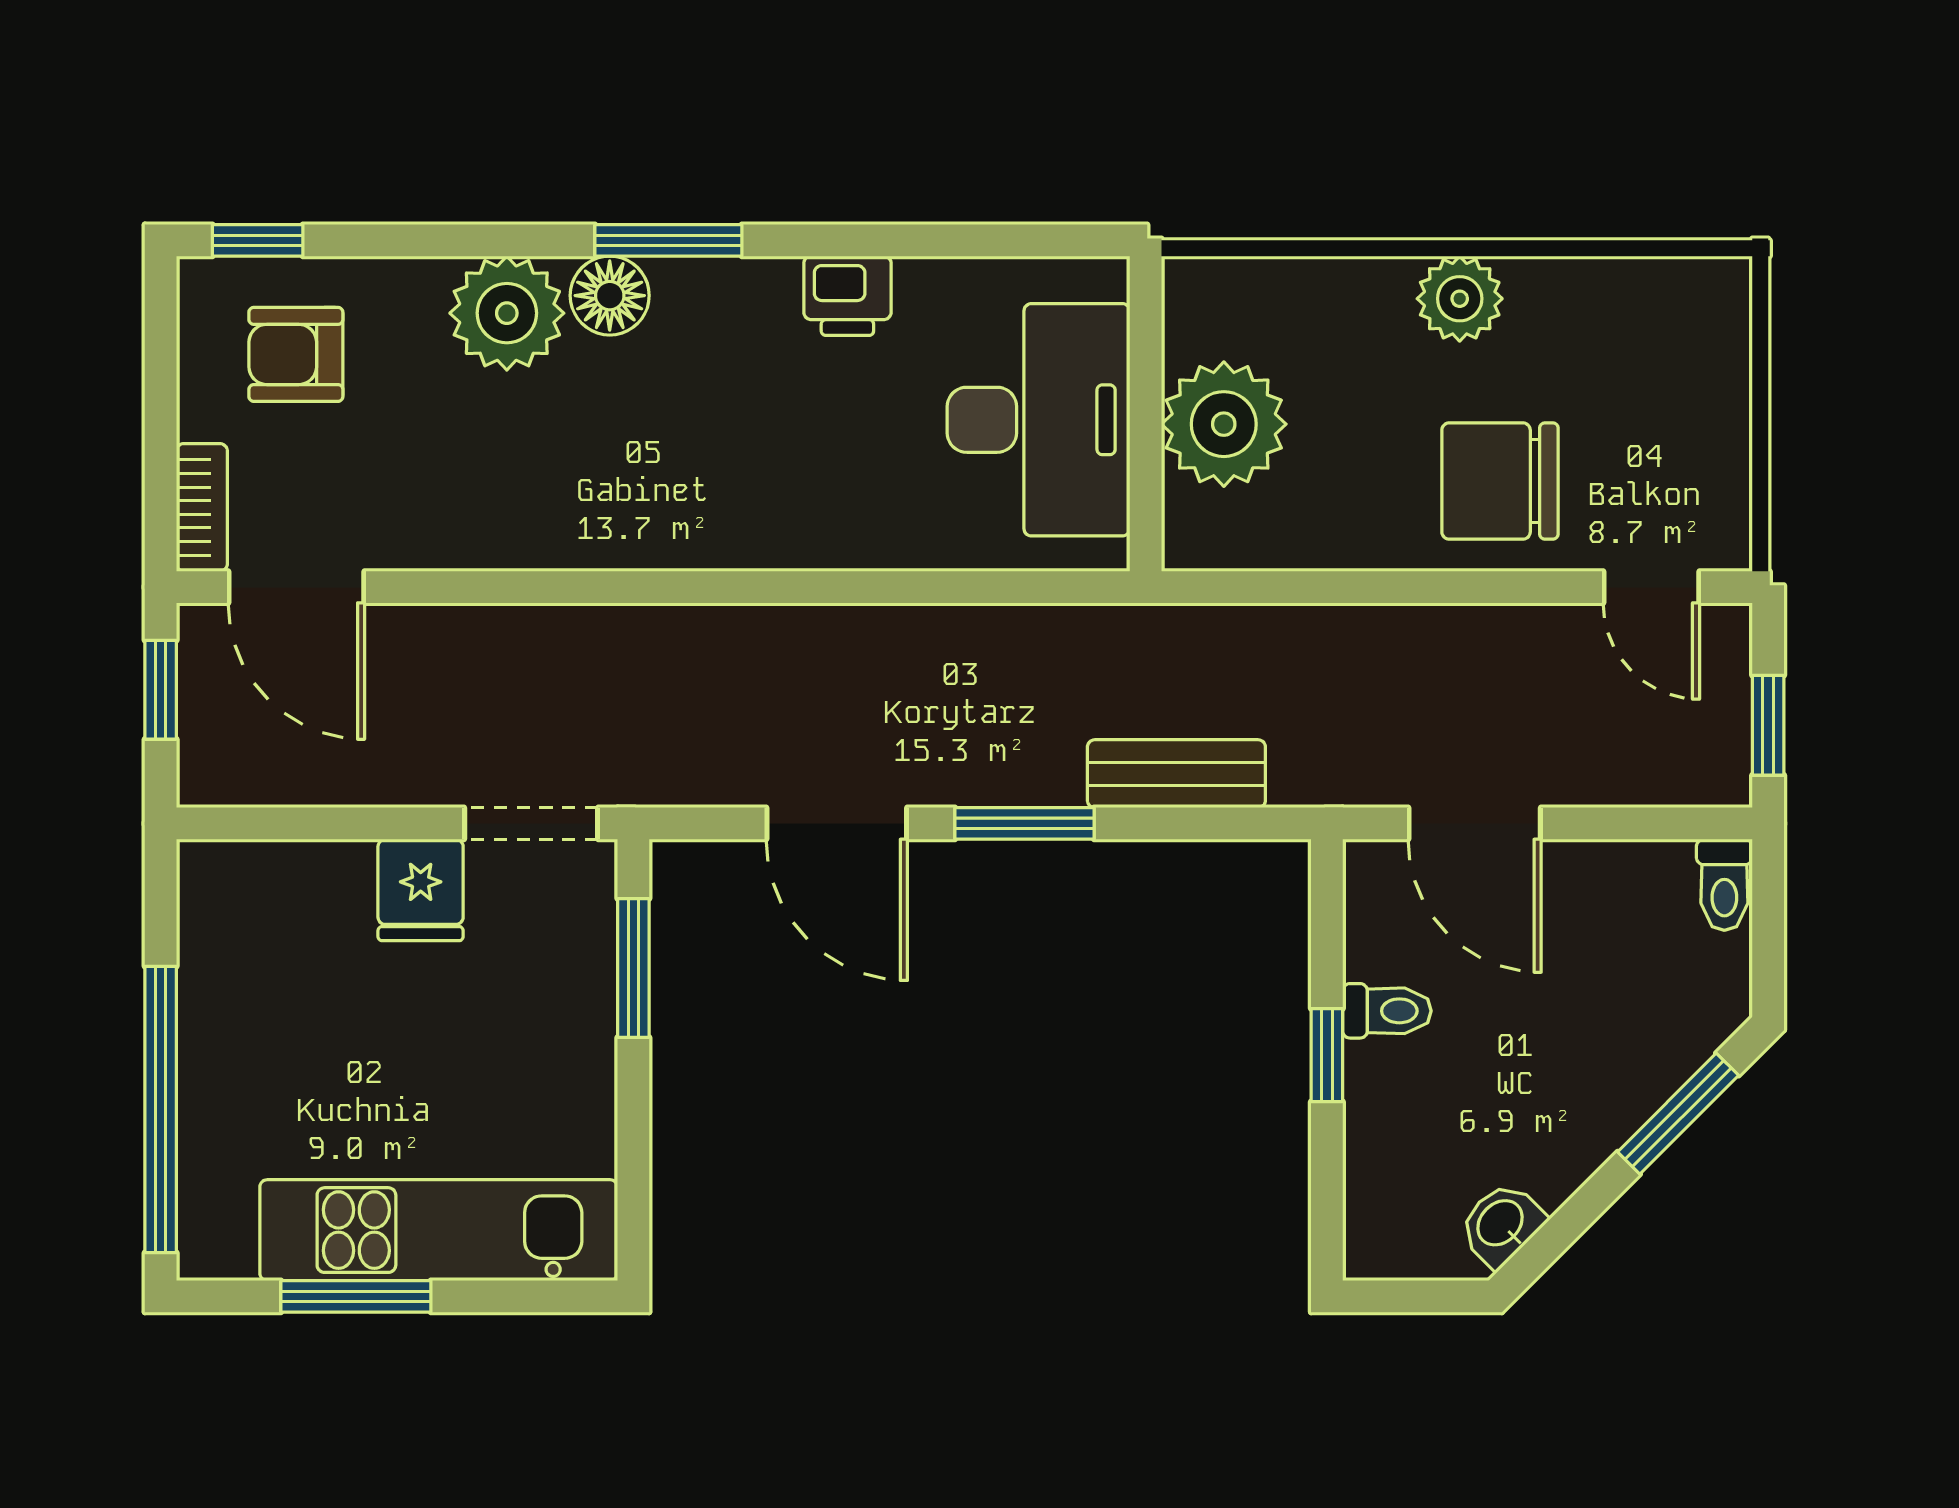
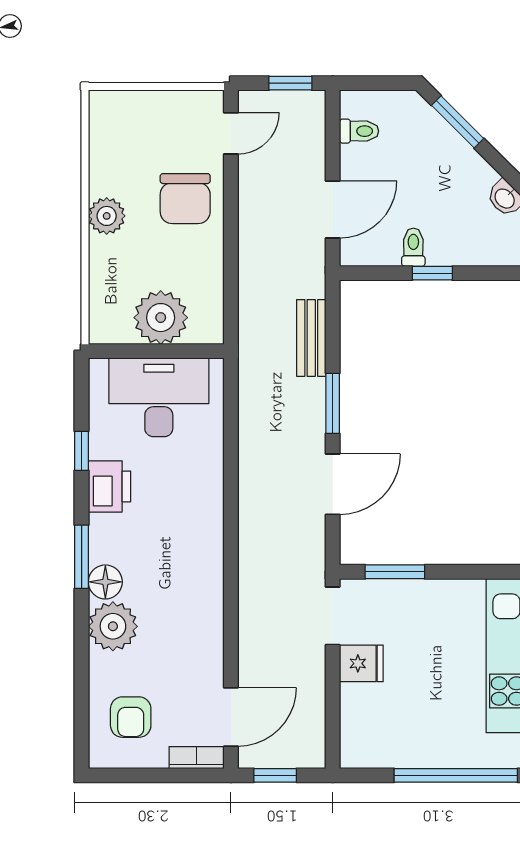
window: (258, 240) -> (82, 451), moved
printer: (847, 296) -> (110, 486), width x1.36, depth x1.24
toilet: (1724, 885) -> (359, 131), moved

